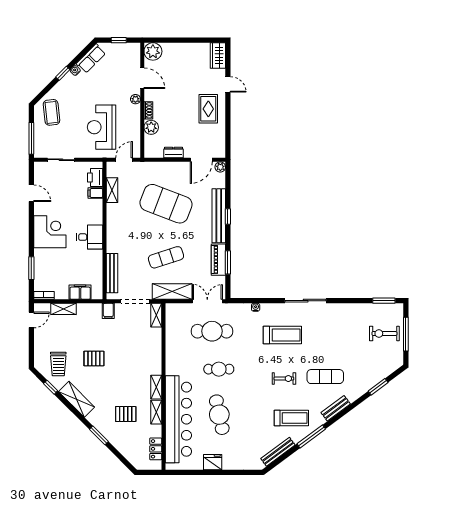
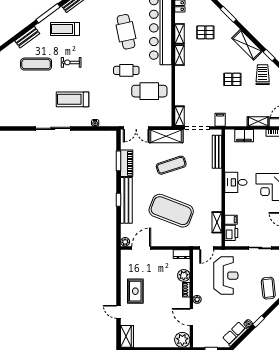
dresser: (173, 152) -> (182, 254), moved
cafe table: (212, 331) -> (149, 91), moved

